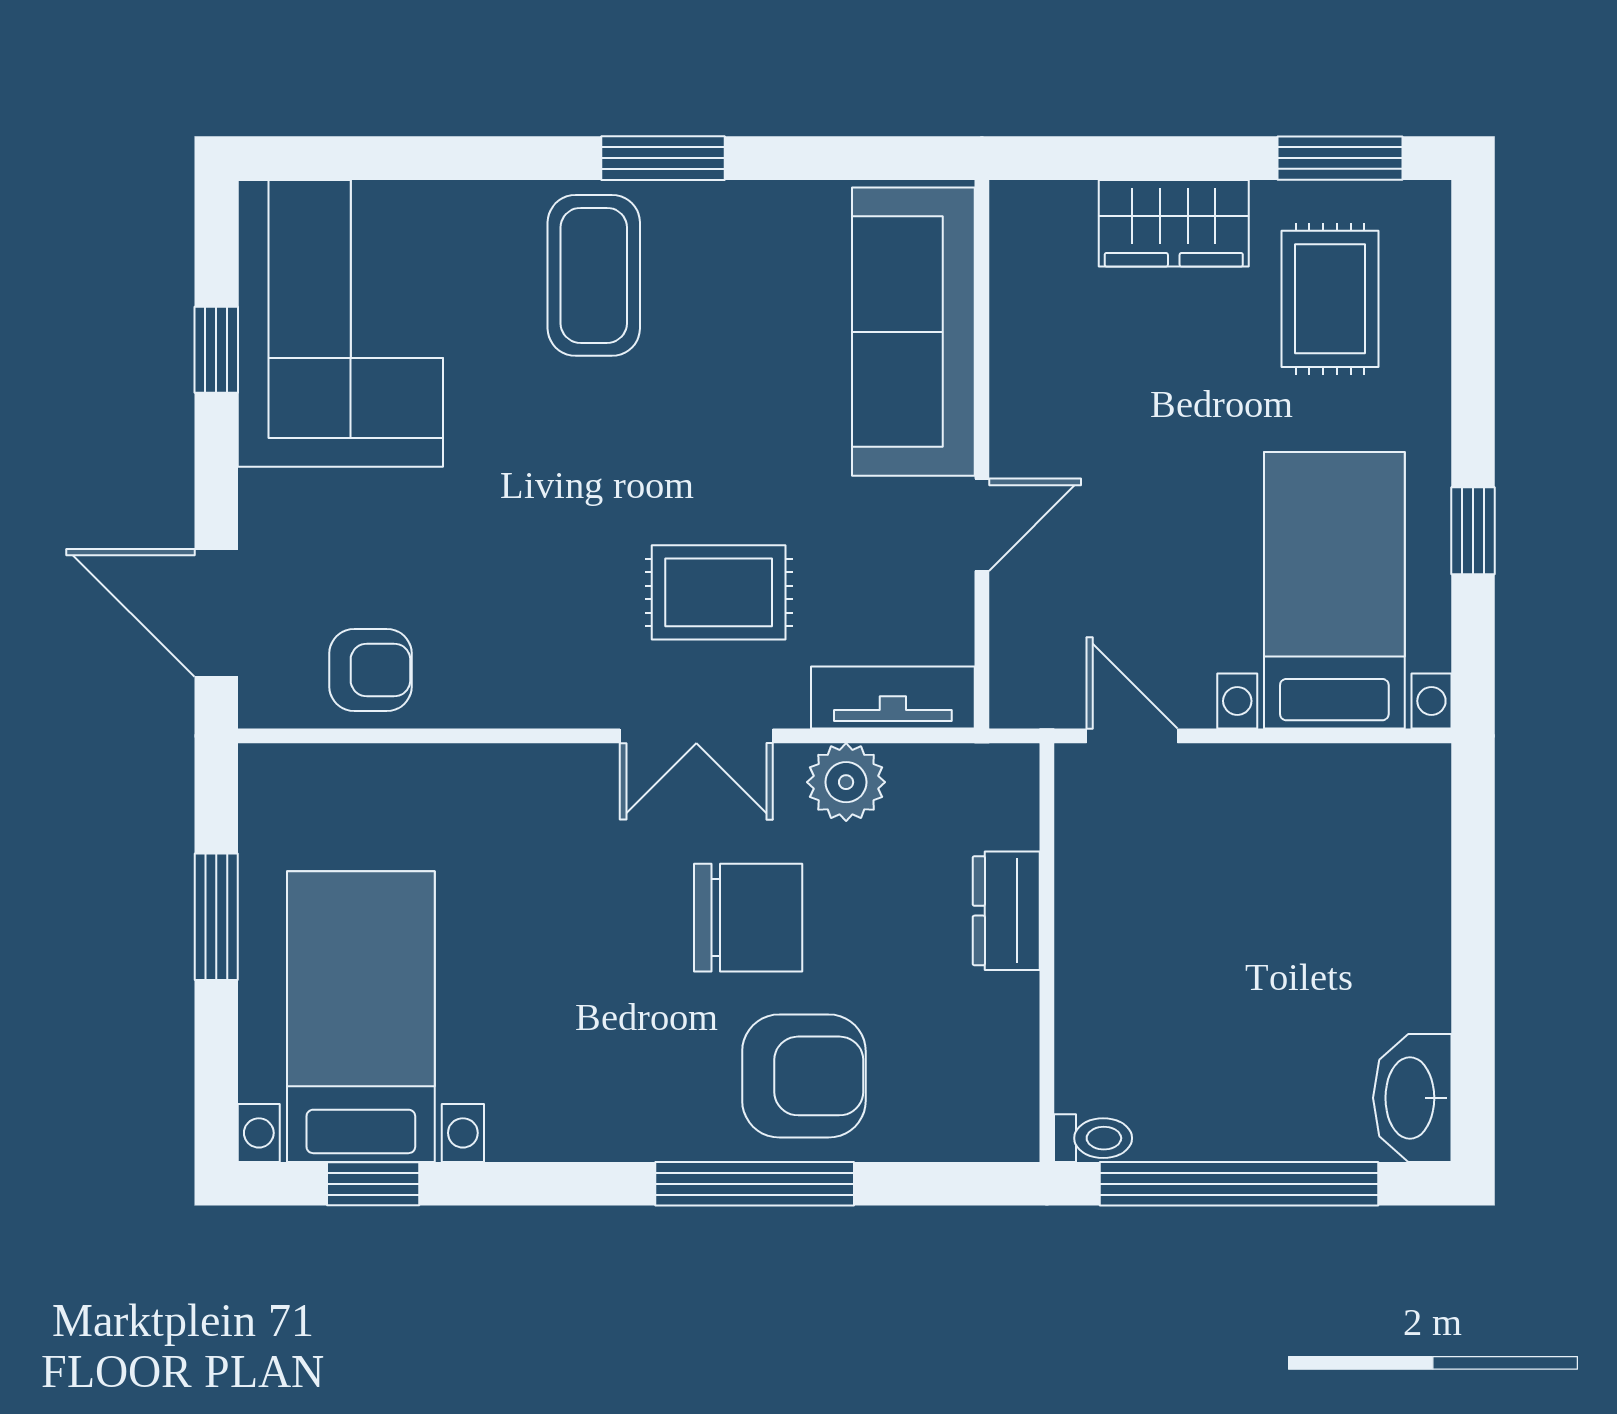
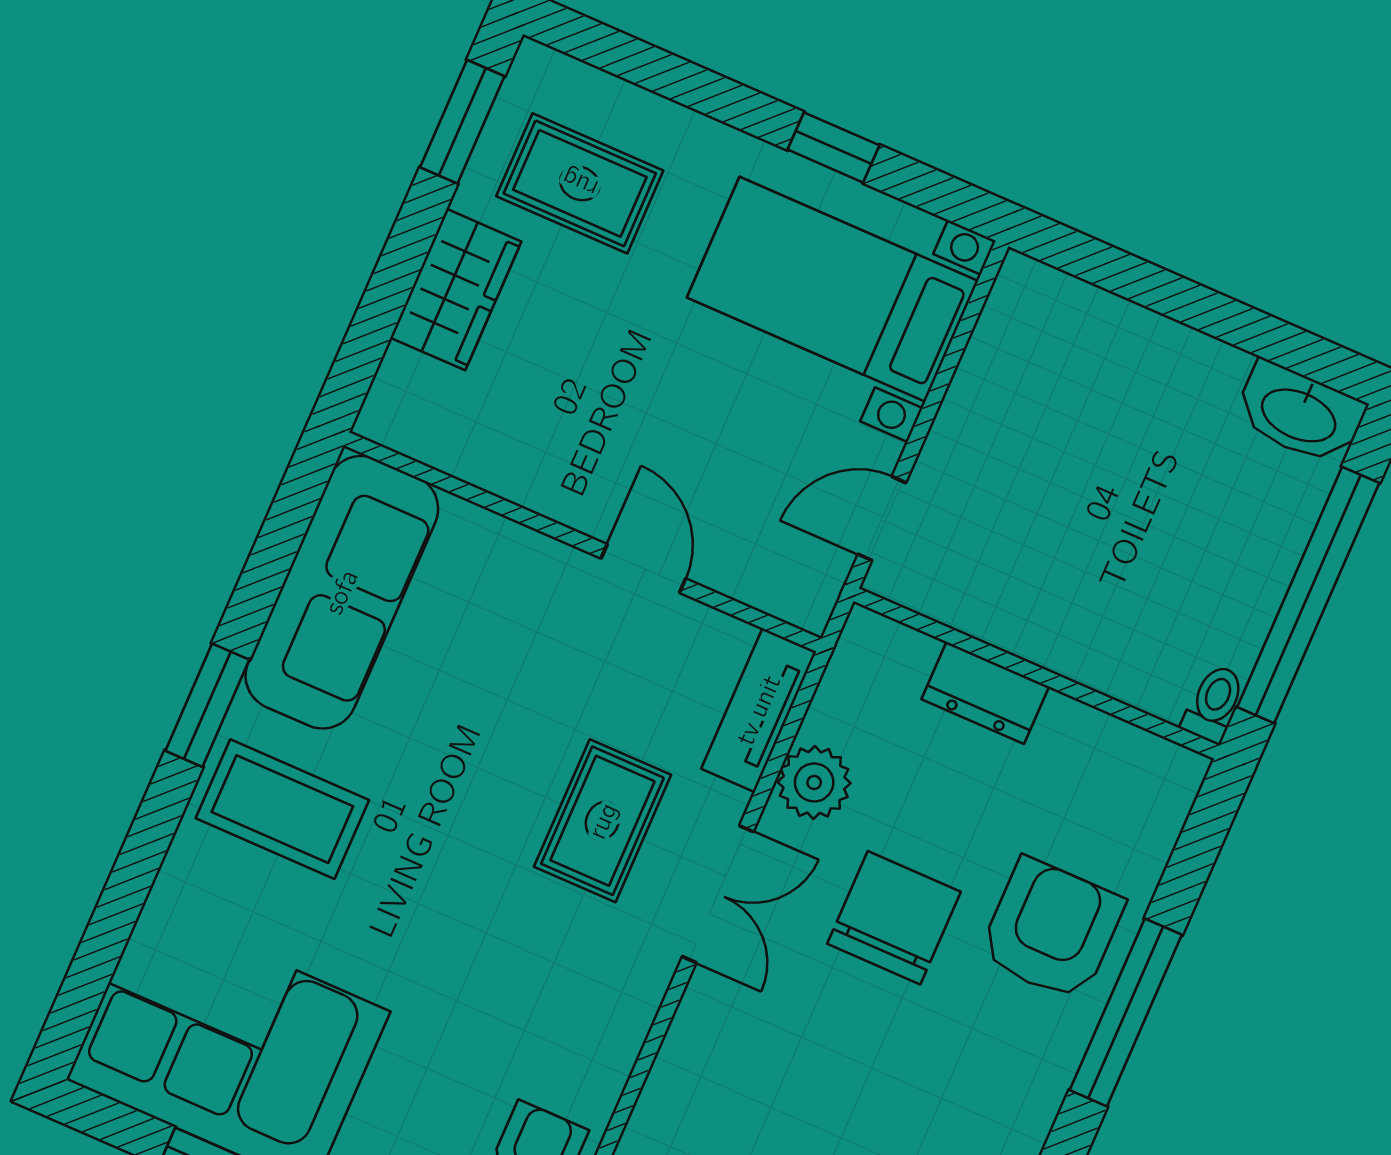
sofa: (913, 332) -> (342, 592), moved, turned -90

